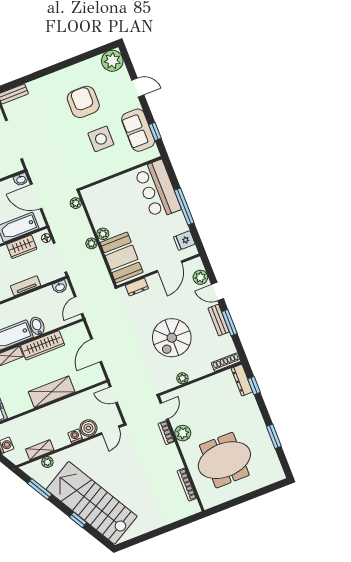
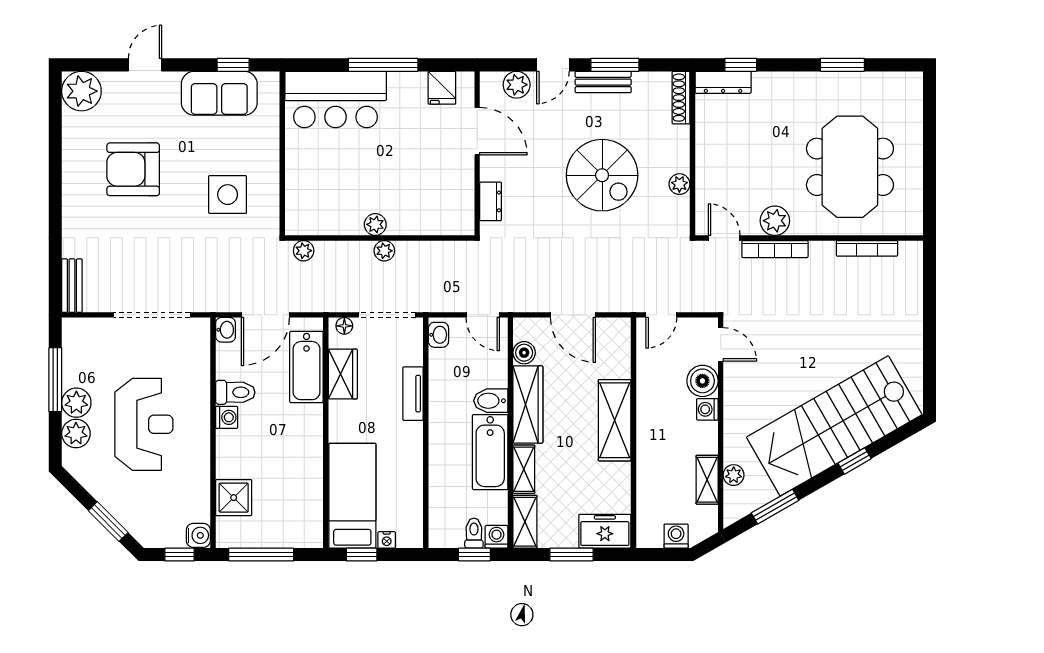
side table: (101, 139) -> (228, 195), moved
booth: (122, 257) -> (429, 208), removed
boiler: (68, 333) -> (524, 353), added
bookcase: (166, 433) -> (775, 249), width x1.56

